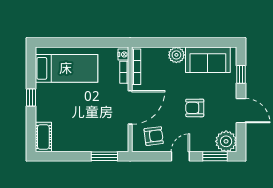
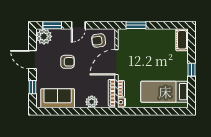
plant: (176, 55) -> (92, 102), moved

